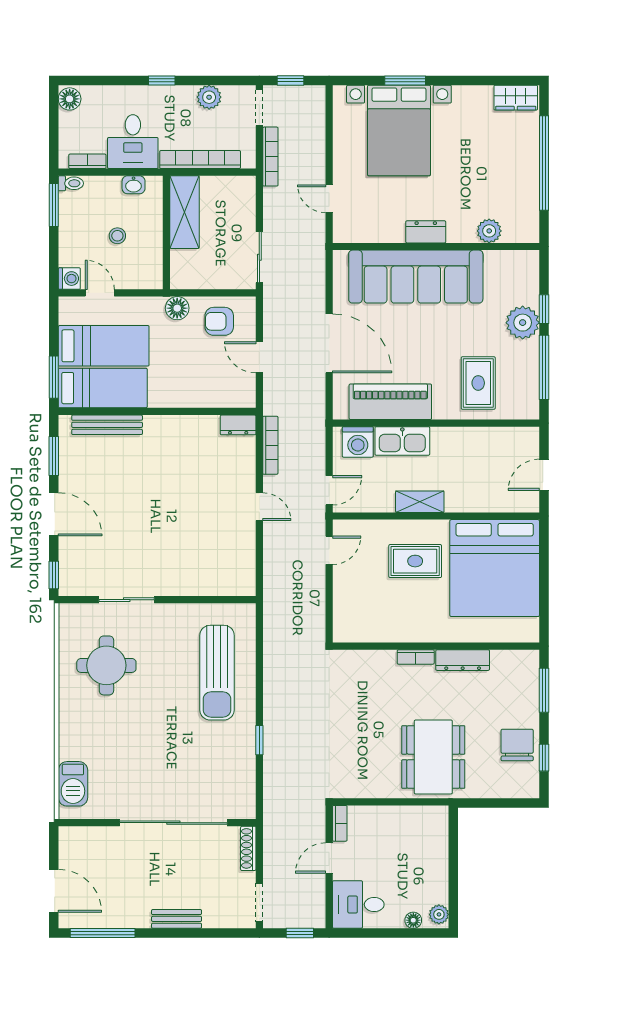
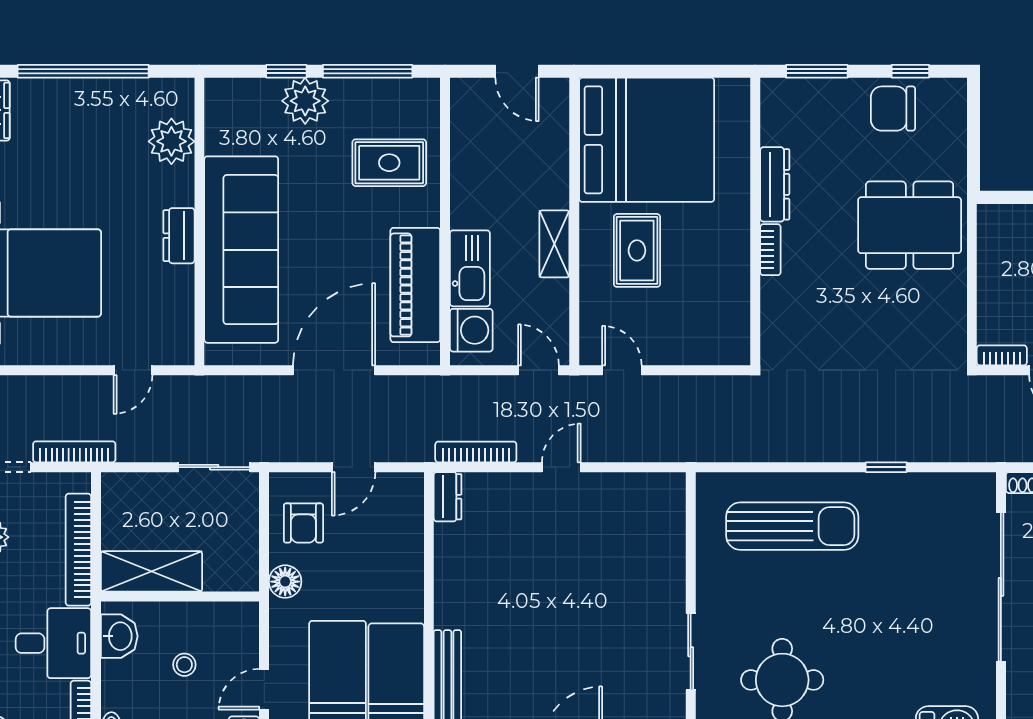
washbasin: (134, 185) -> (119, 636), width x1.38, depth x1.45
plant: (489, 231) -> (171, 141), width x1.36, depth x1.36

